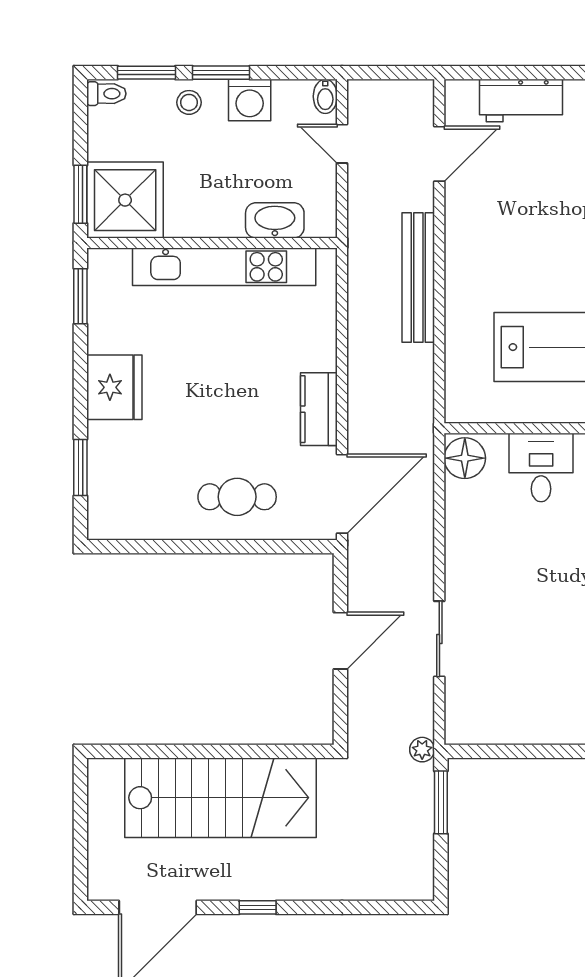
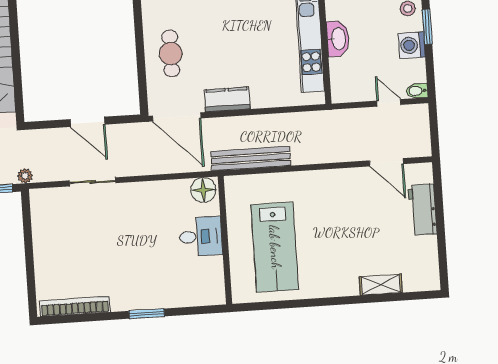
door: (342, 144) -> (389, 103), hinge flipped
washbasin: (275, 220) -> (338, 39), moved
bench: (418, 277) -> (251, 158), moved

